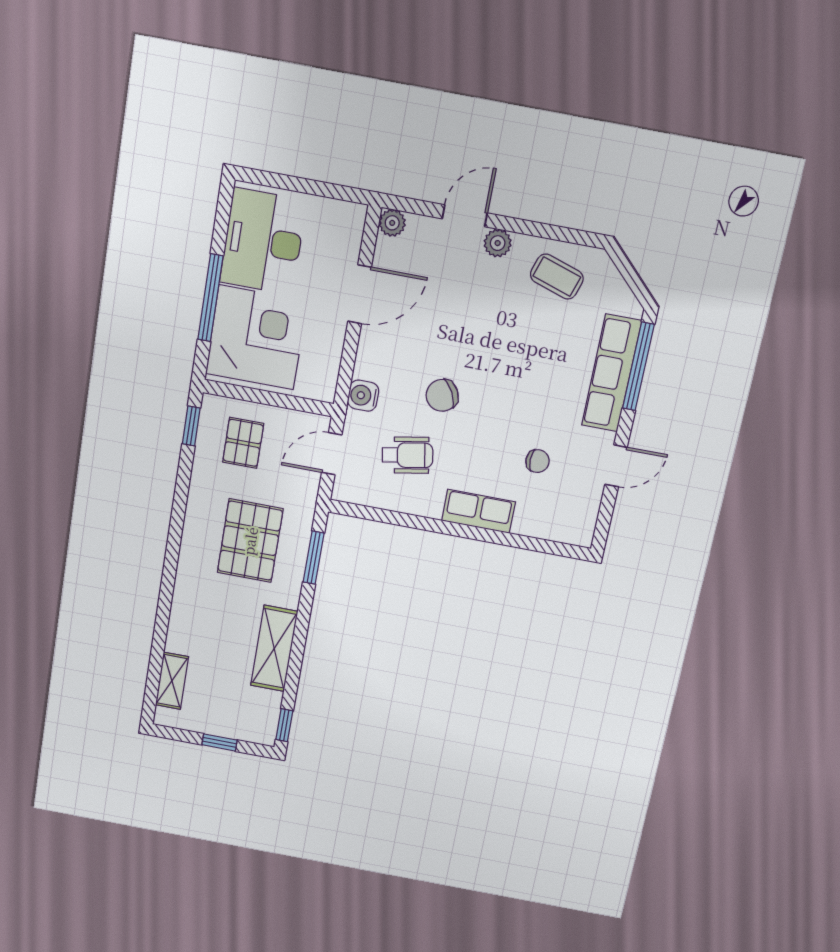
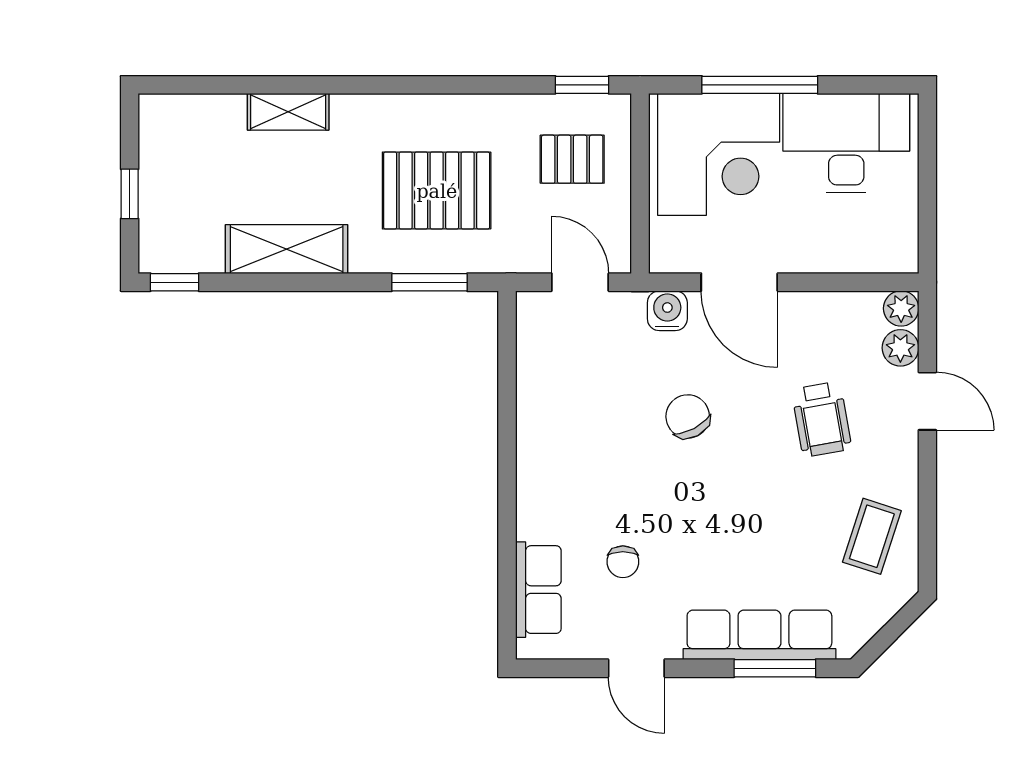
plant: (498, 243) -> (900, 348), moved
door: (360, 294) -> (739, 282), moved
window: (638, 366) -> (775, 668), width x0.69
wheelchair: (407, 455) -> (822, 419), moved
row of seats: (478, 511) -> (538, 590), moved
shelving: (172, 681) -> (288, 112), moved

